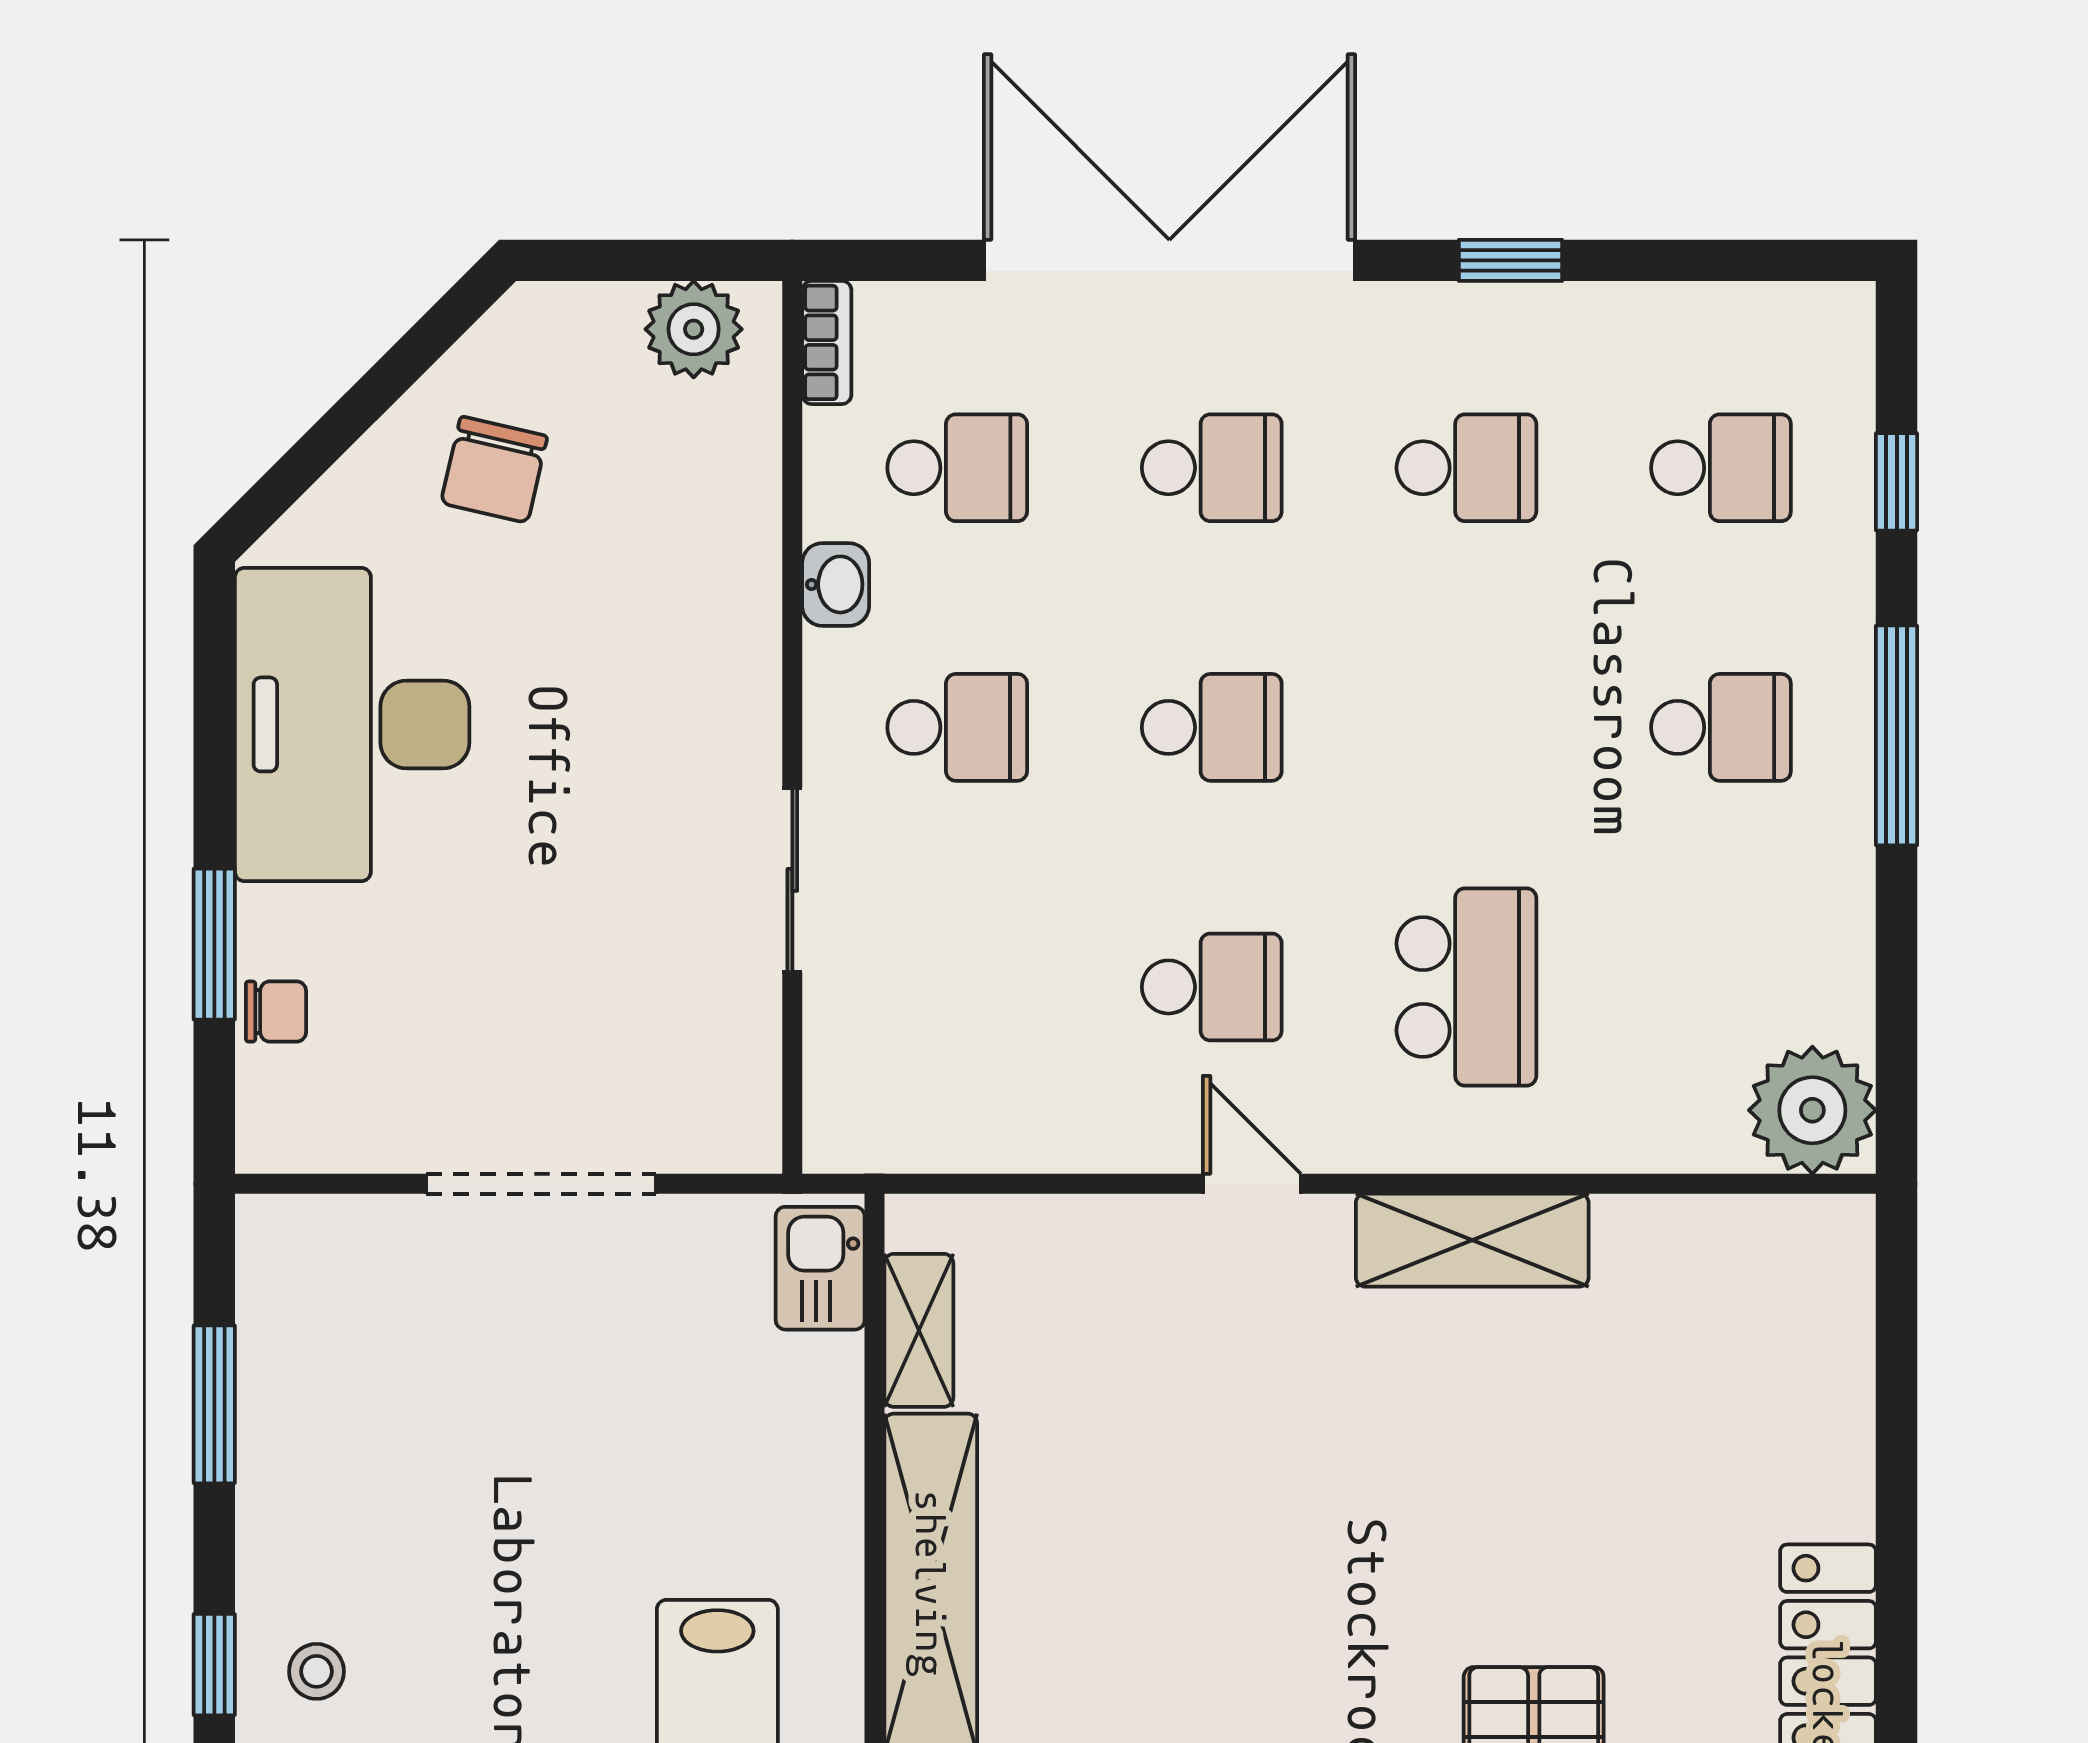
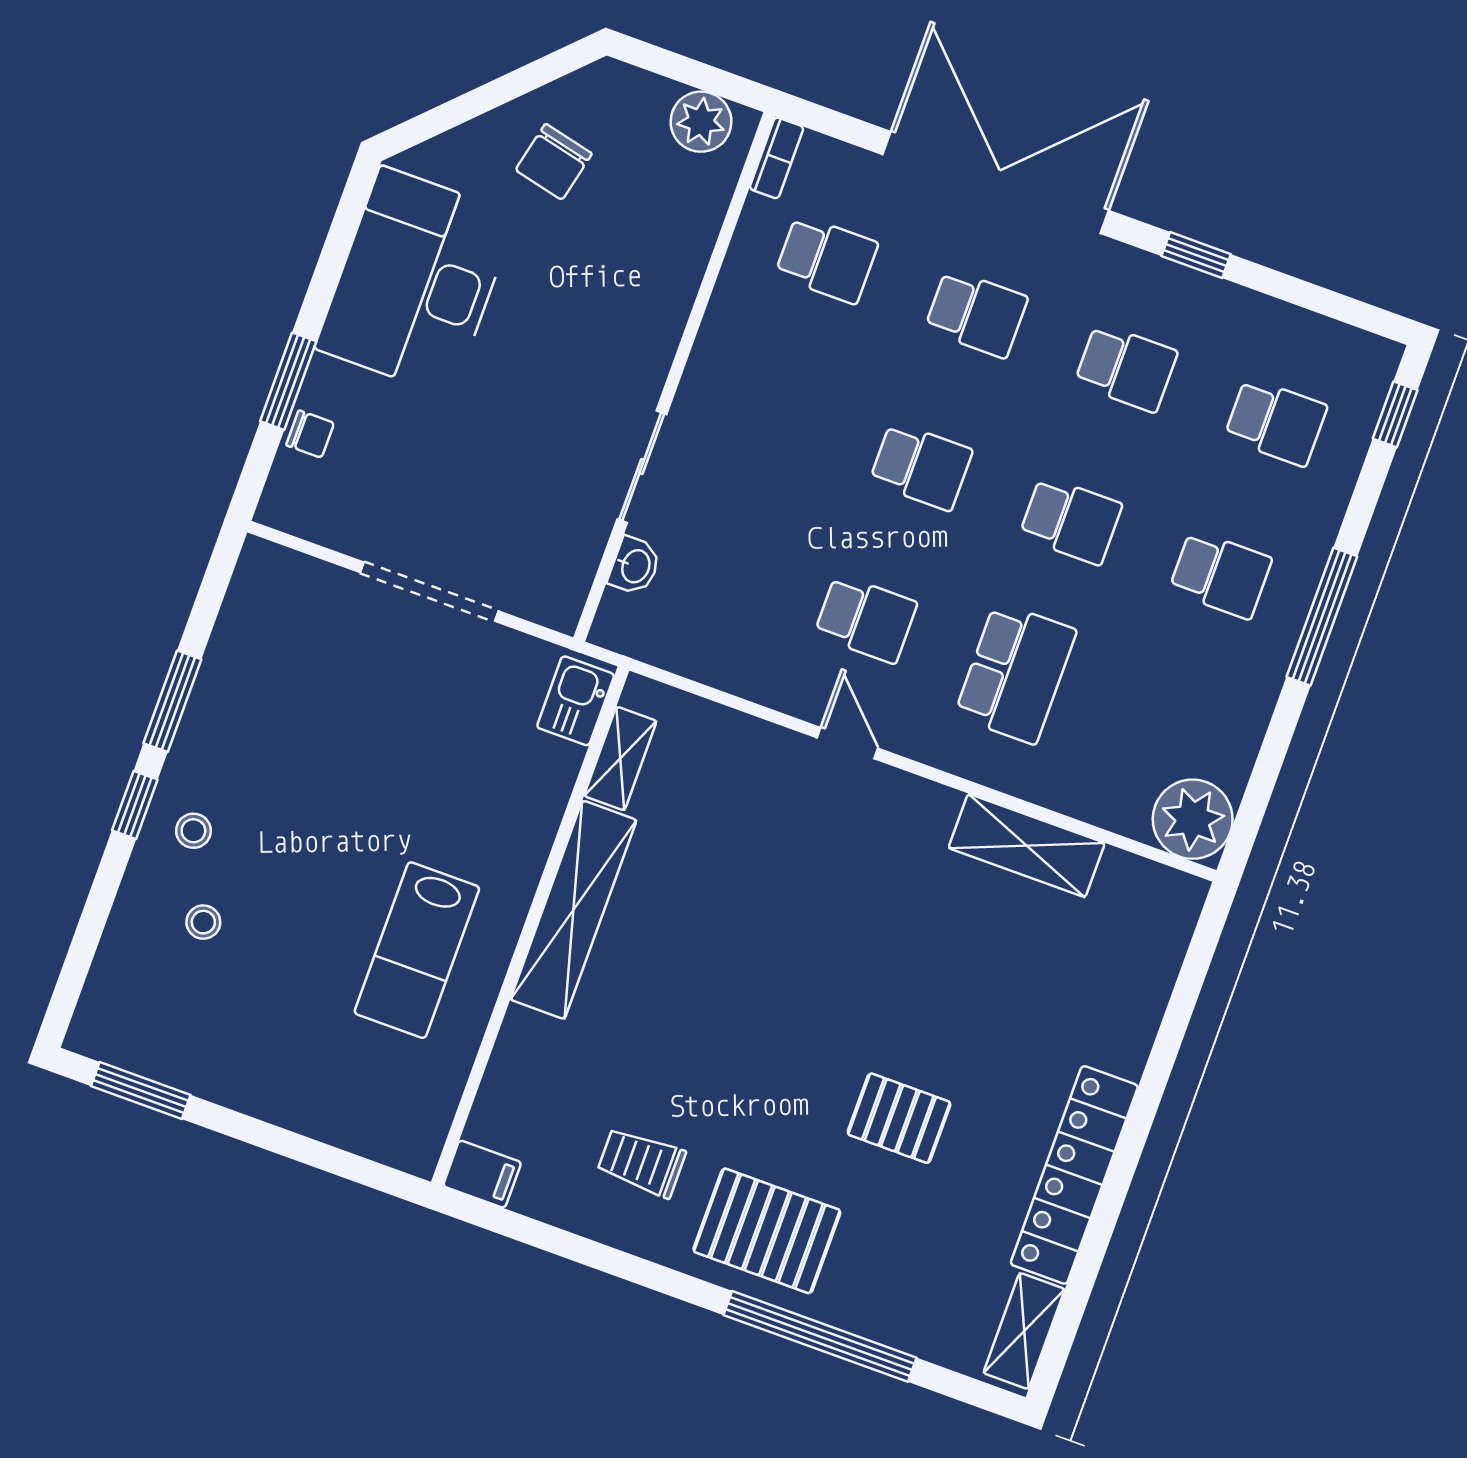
window: (1897, 482) -> (1395, 414), moved
washbasin: (836, 584) -> (635, 566), moved
school desk: (957, 727) -> (1071, 520), moved
shelving: (1472, 1240) -> (1027, 845), moved
window: (214, 1404) -> (172, 701), moved

